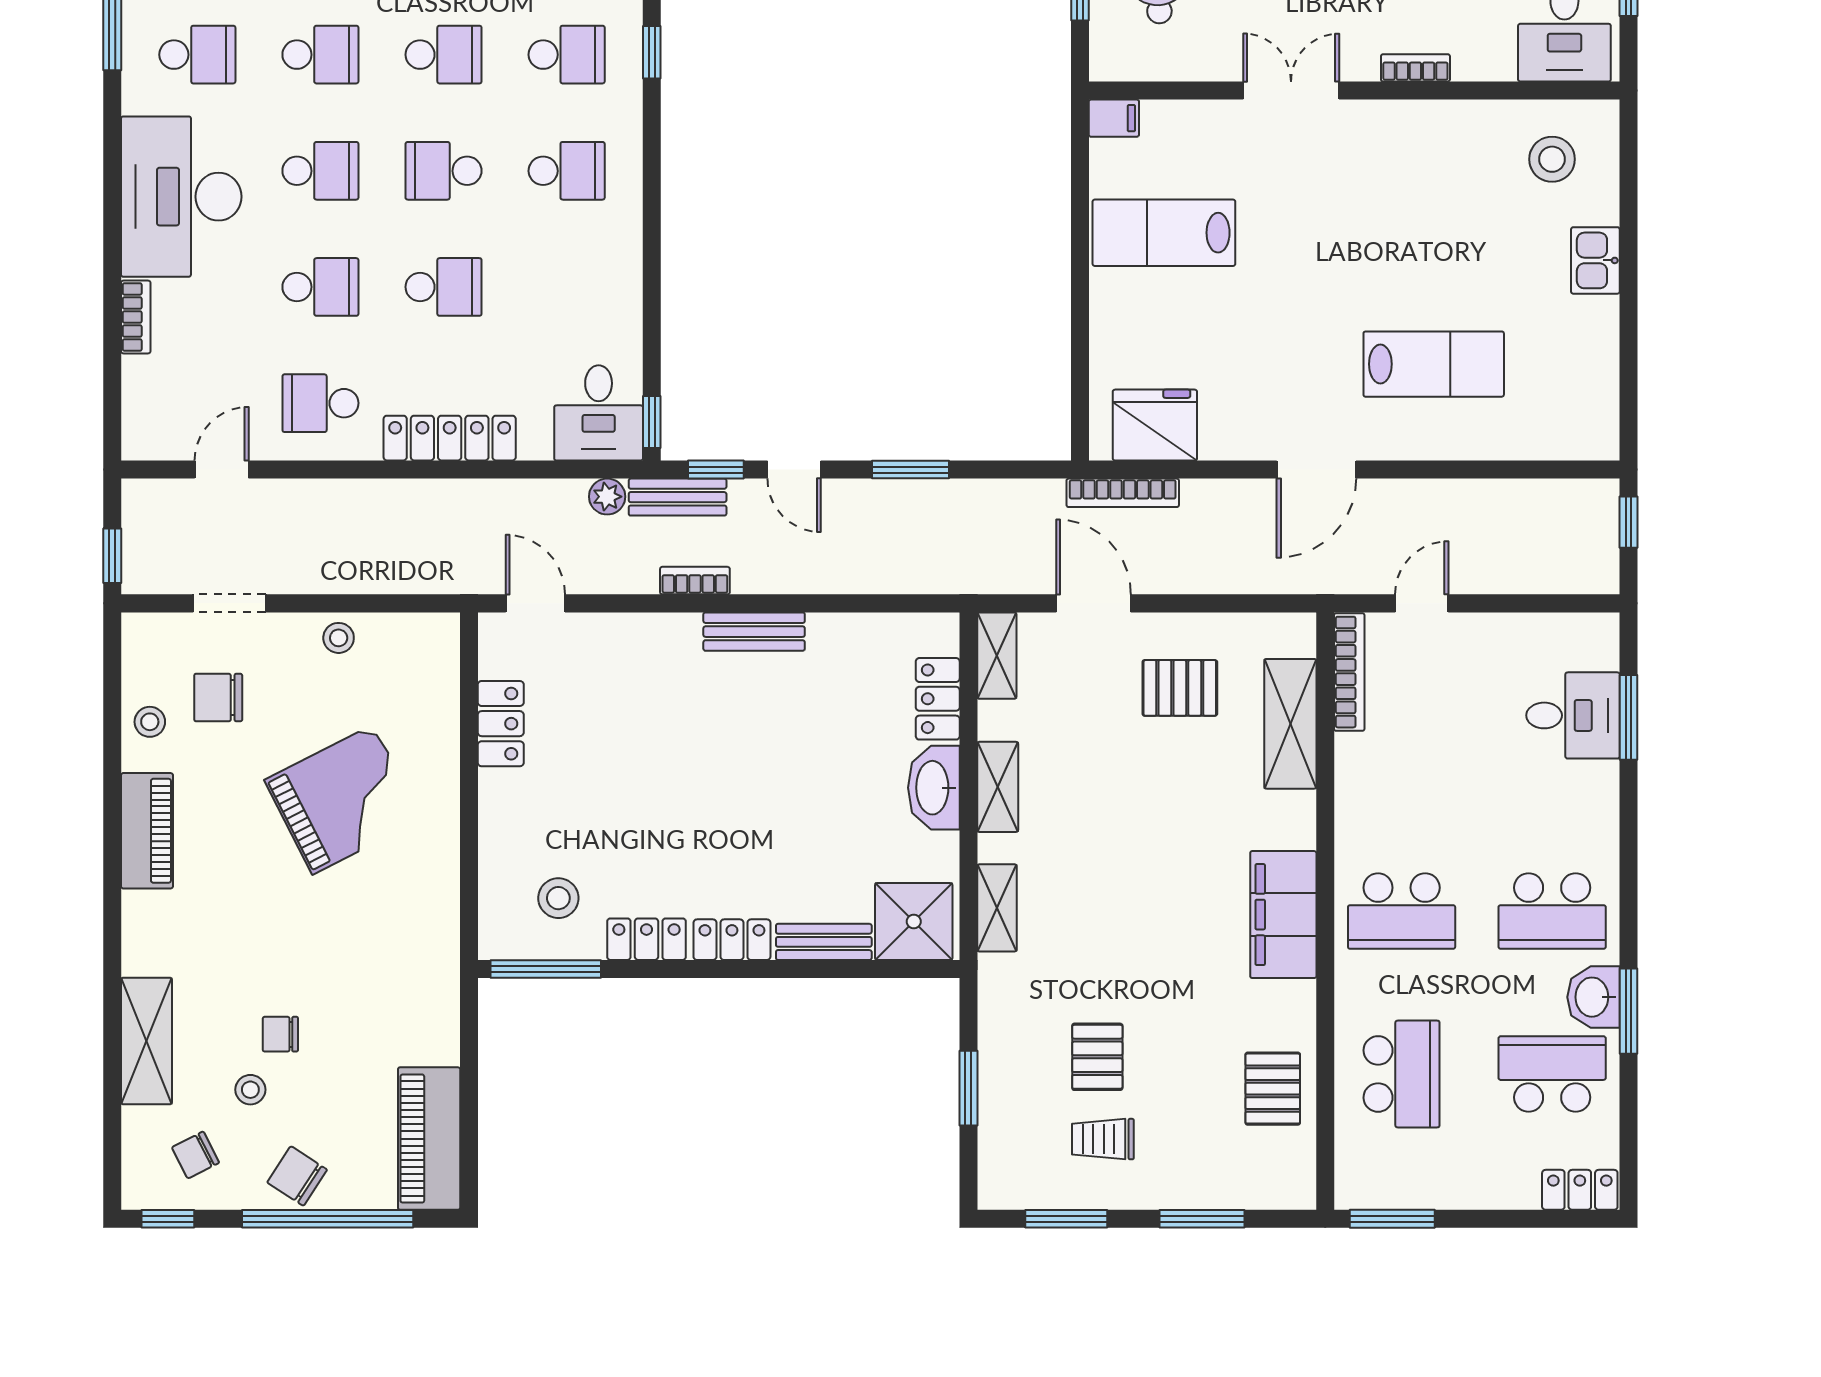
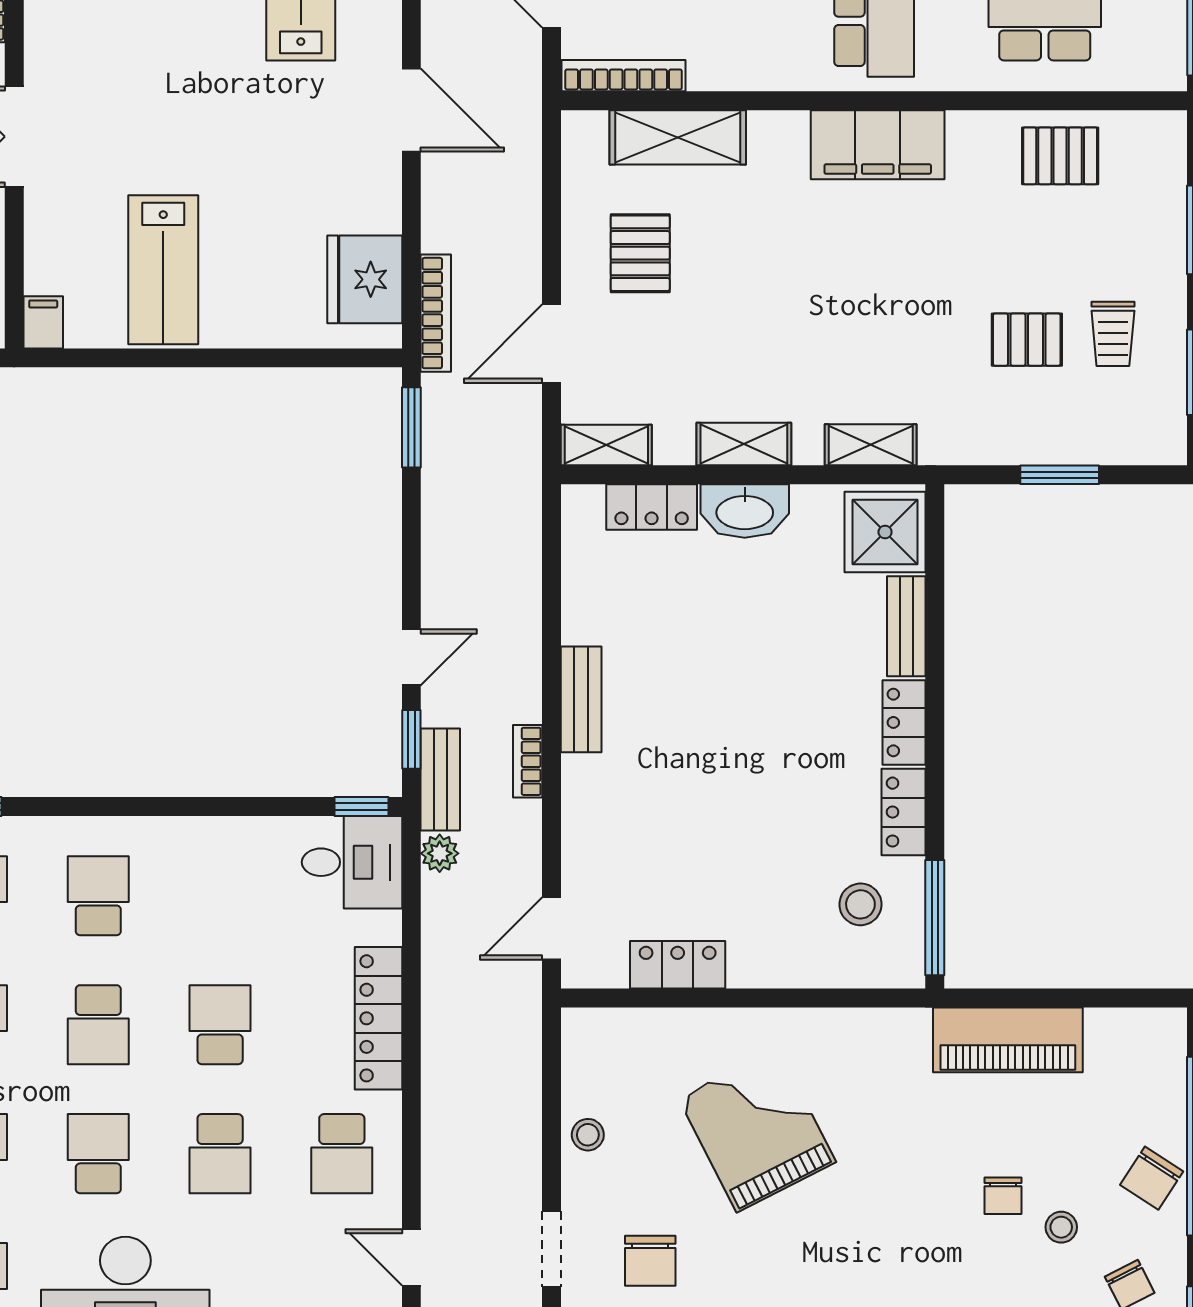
school desk: (320, 287) -> (220, 1154), turned 180
window: (911, 470) -> (411, 427), moved
piano: (429, 1139) -> (1008, 1040), moved

